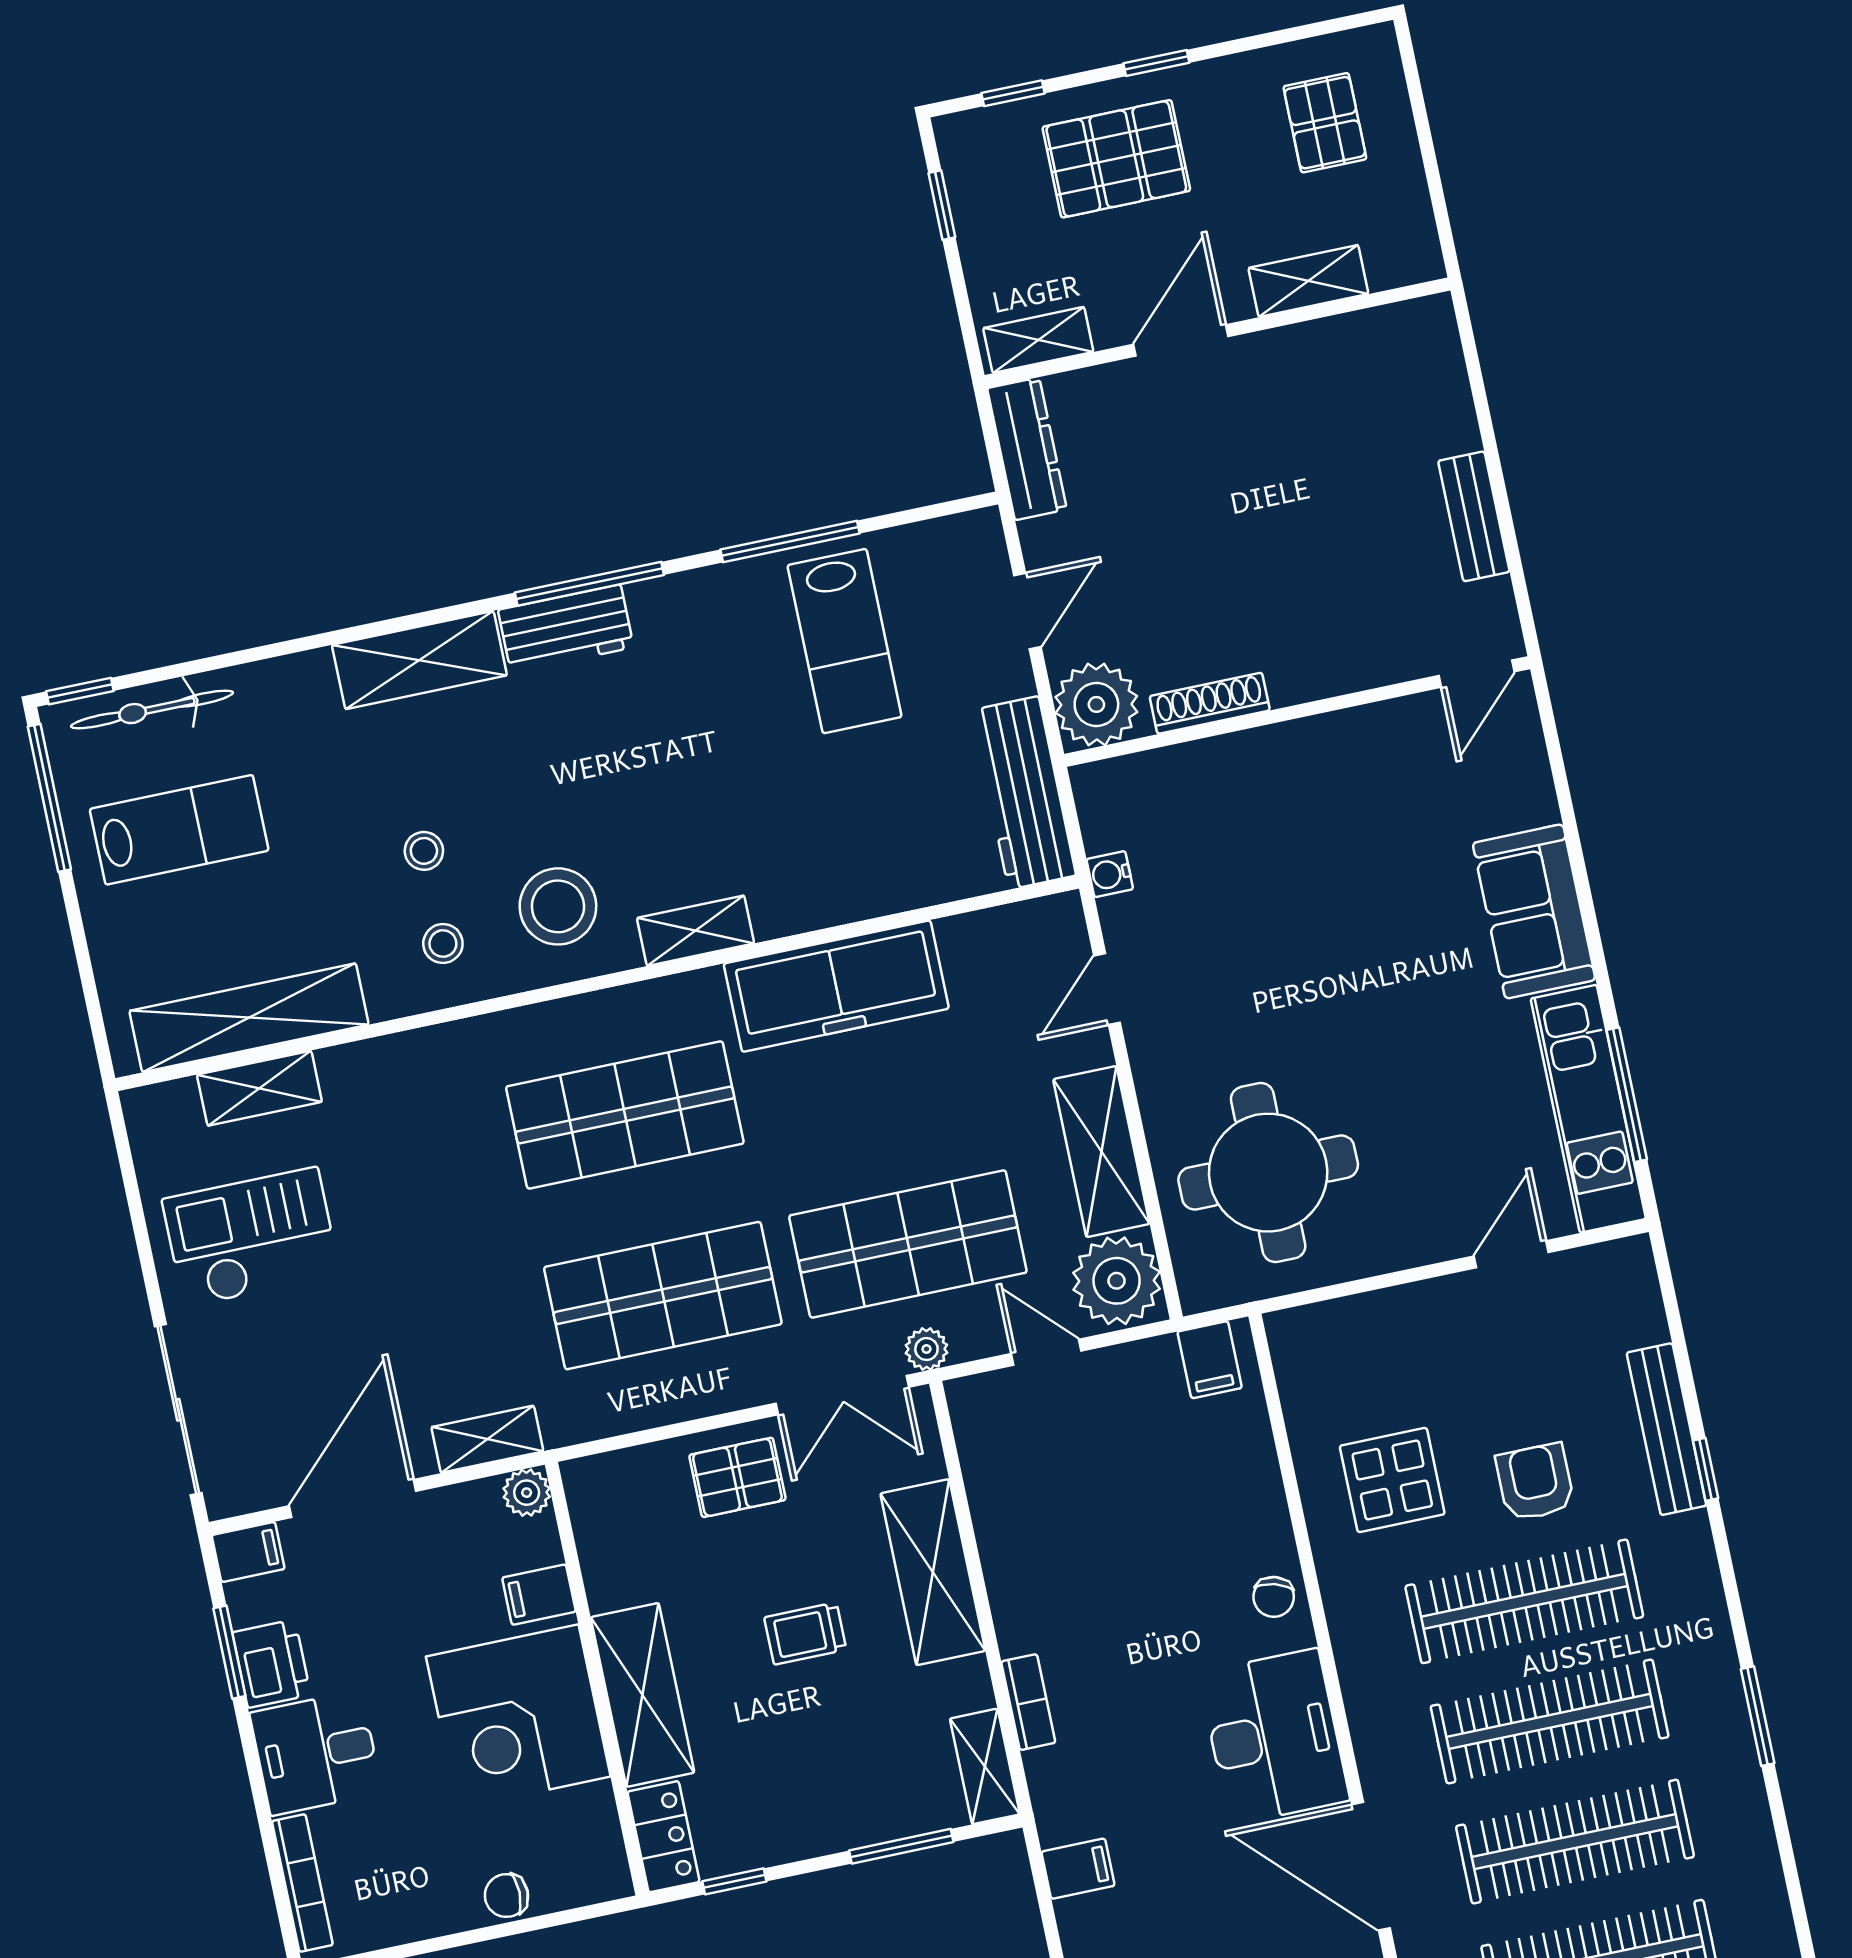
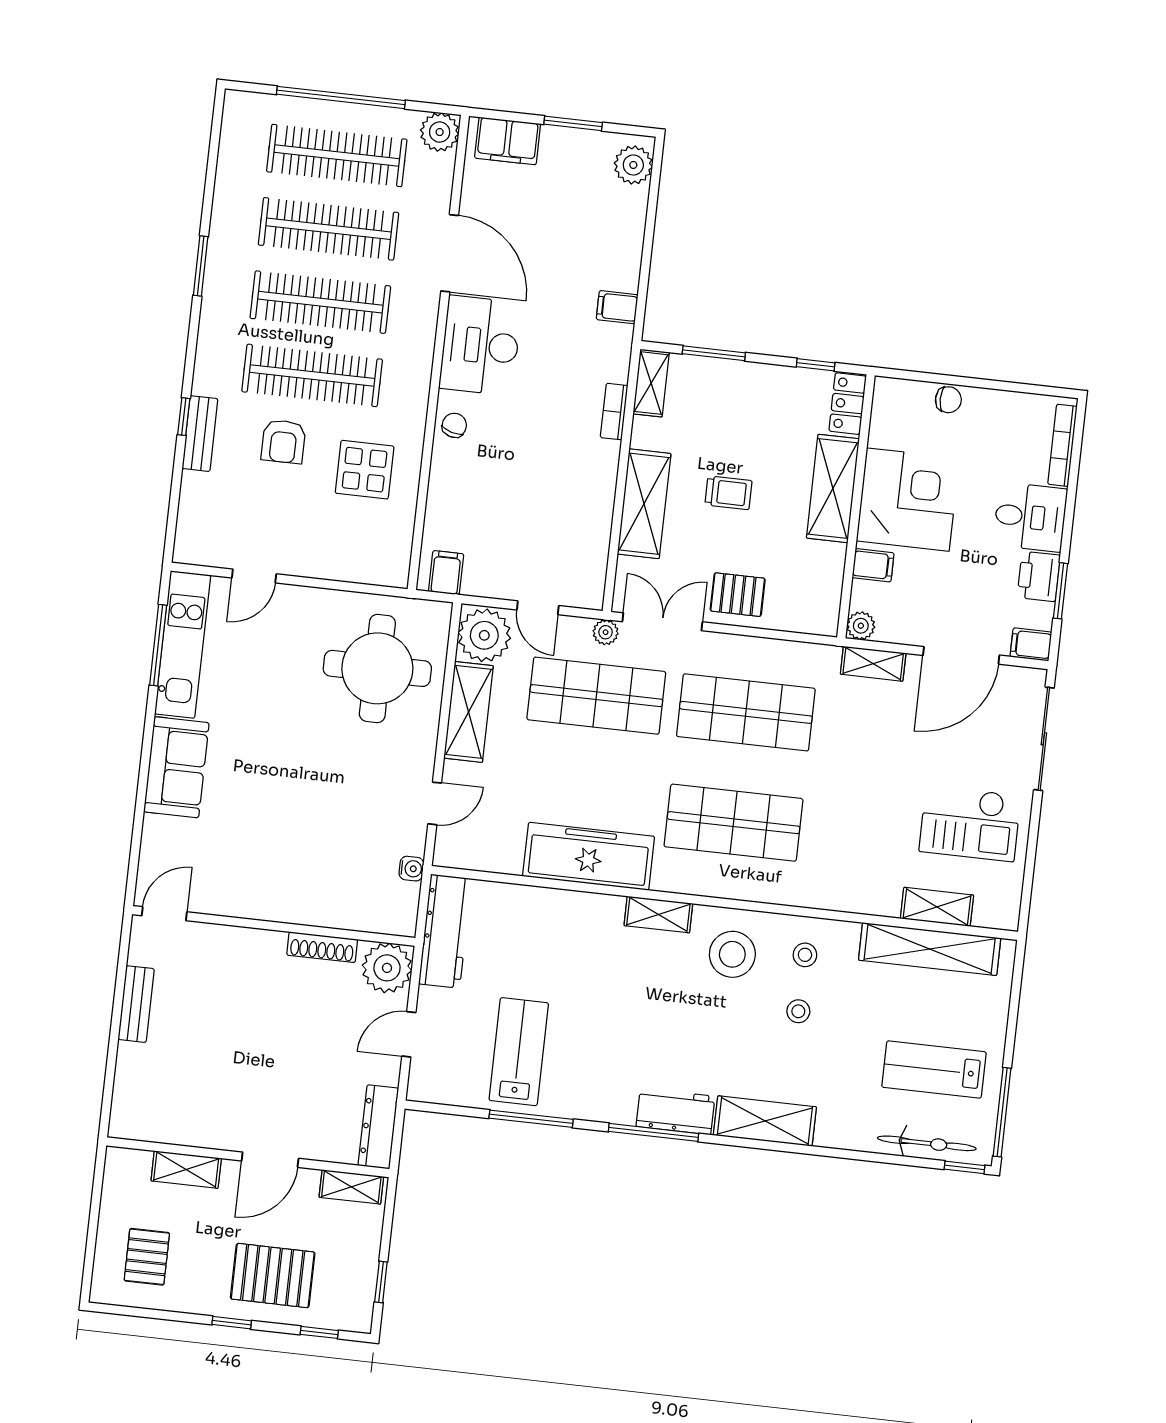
bench: (1667, 1429) -> (200, 434), width x0.73

